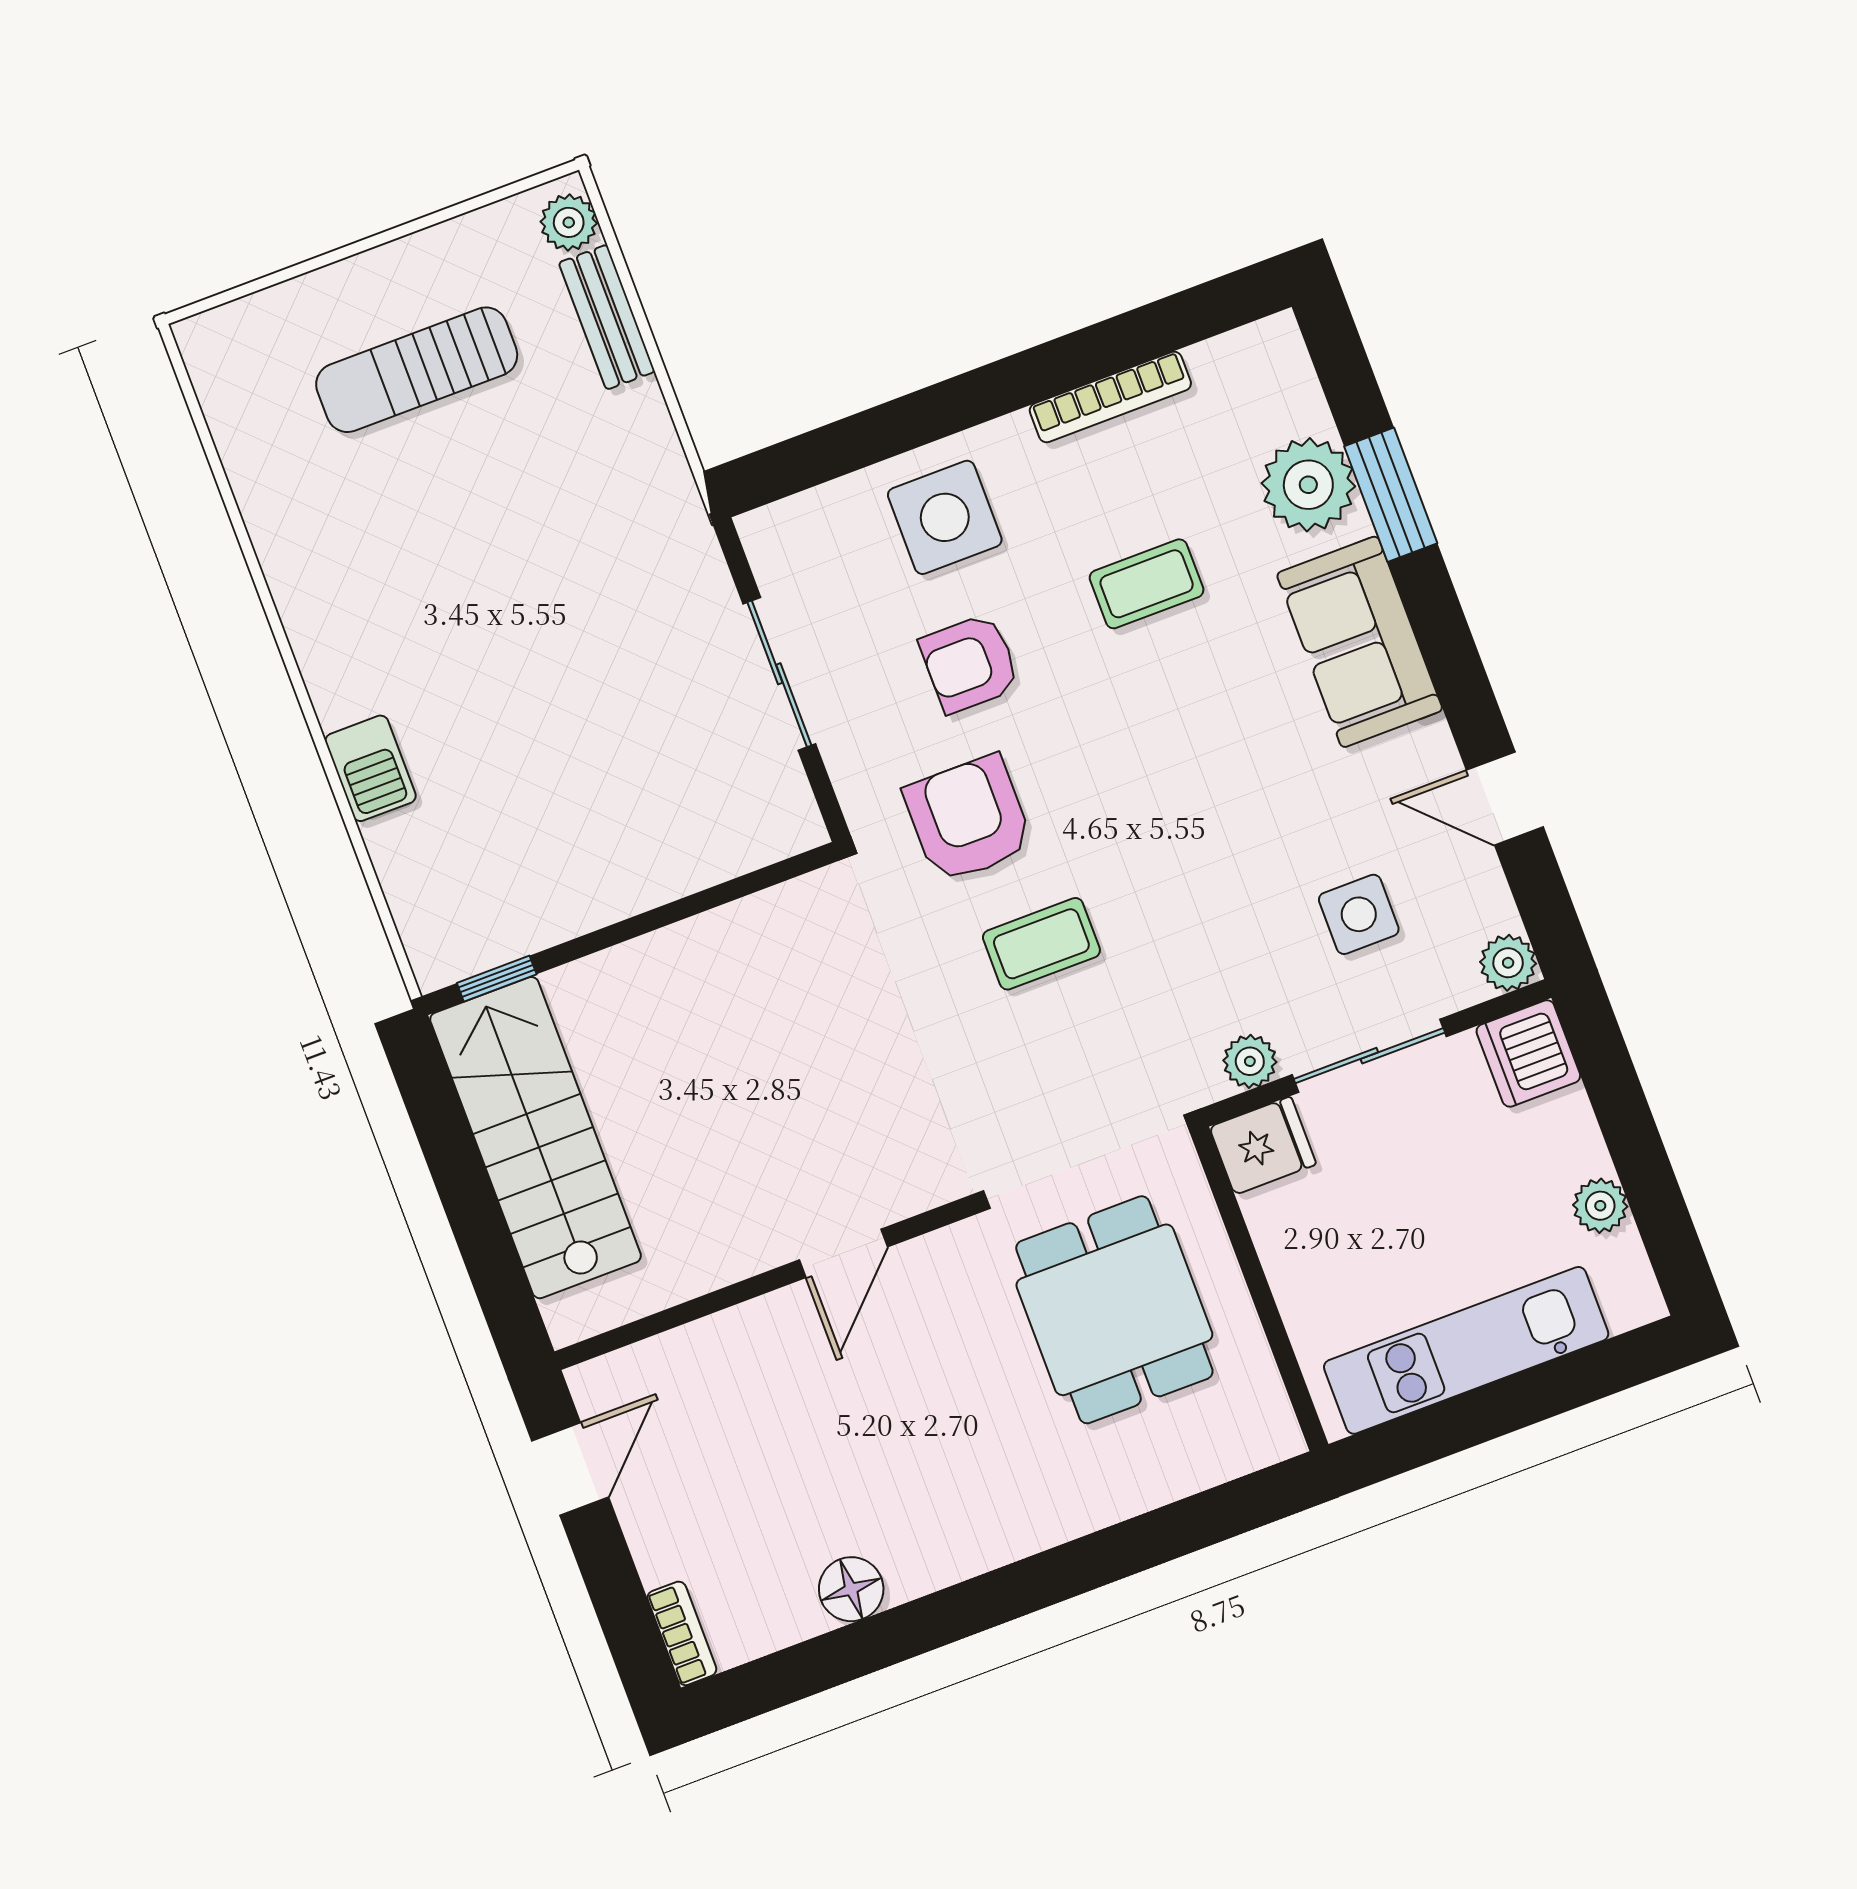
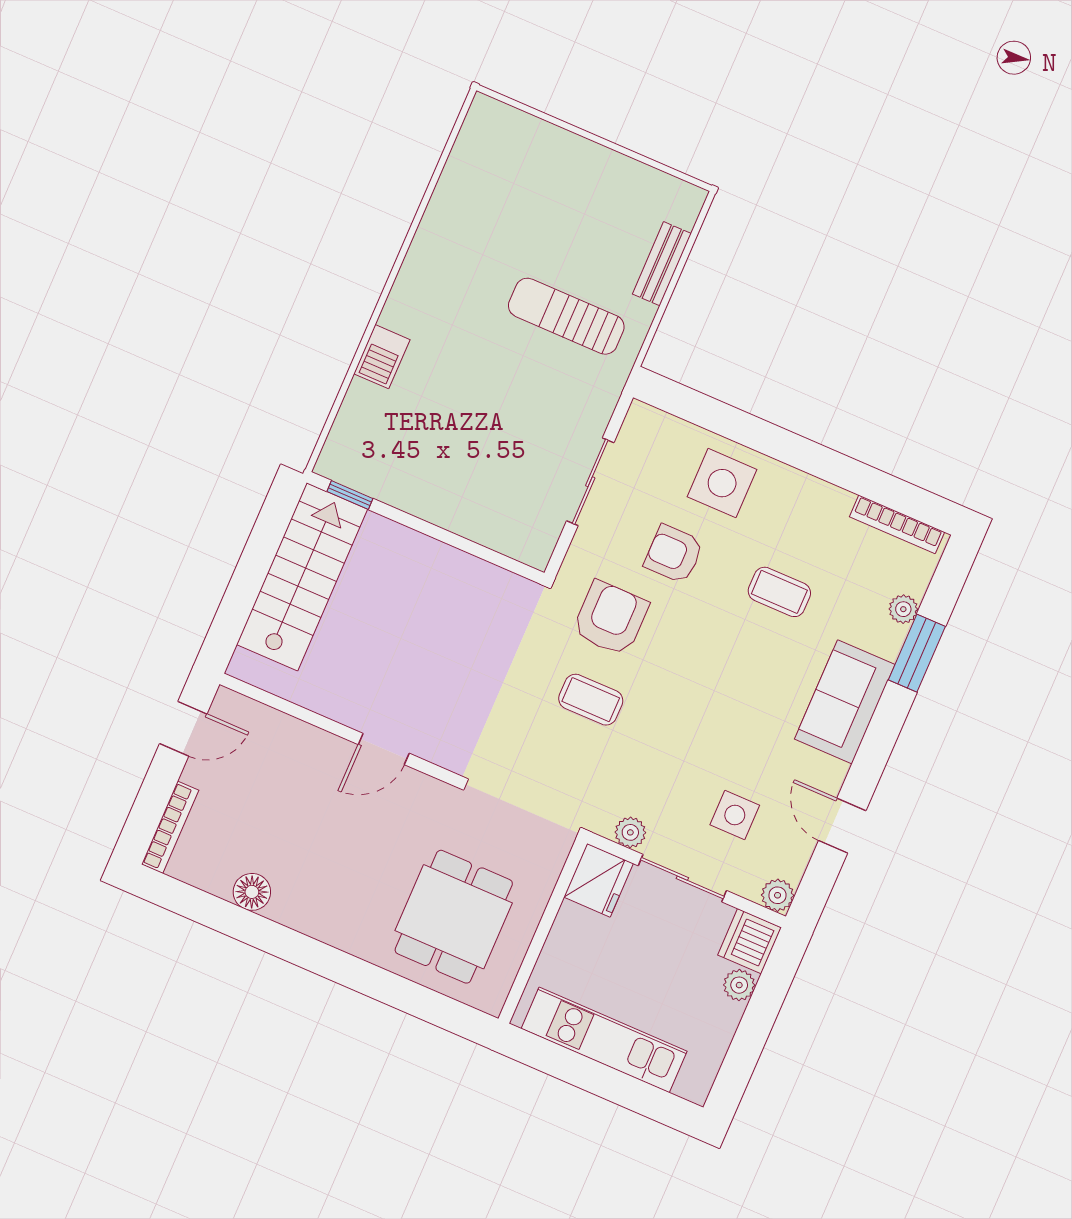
plant: (569, 222) -> (684, 209), removed
sun lounger: (417, 370) -> (566, 316), moved
bookcase: (1110, 397) -> (897, 524), moved
plant: (1308, 485) -> (903, 609), width x0.53, depth x0.53
fridge: (1263, 1146) -> (599, 880), width x1.38
plant: (1600, 1206) -> (739, 985), moved
dining table: (1114, 1310) -> (454, 917), moved
bookcase: (682, 1633) -> (170, 827), width x1.56

